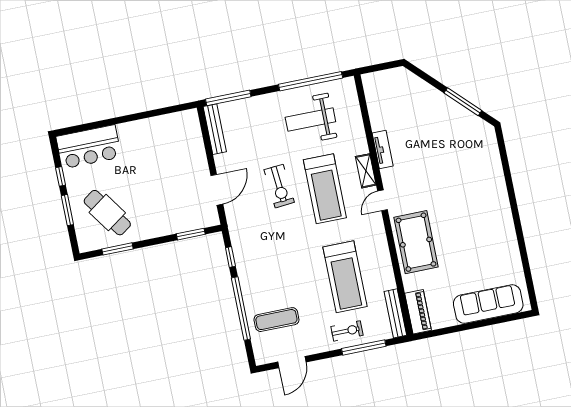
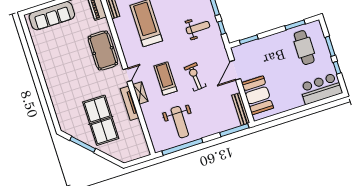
weight bench: (310, 119) -> (180, 122), turned 90
table tennis table: (431, 136) -> (101, 120), added
booth: (187, 147) -> (257, 95), added
tv unit: (383, 150) -> (130, 103), width x1.41
treadmill: (325, 189) -> (165, 78), width x0.73, depth x0.73
cafe table: (107, 213) -> (304, 48), turned 35
weight bench: (267, 261) -> (198, 28), added

